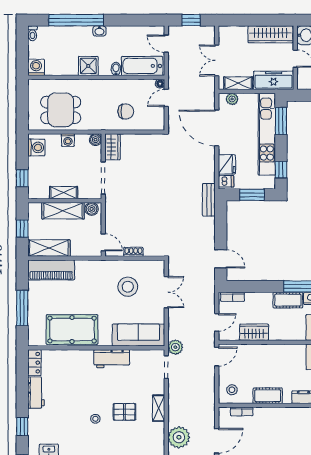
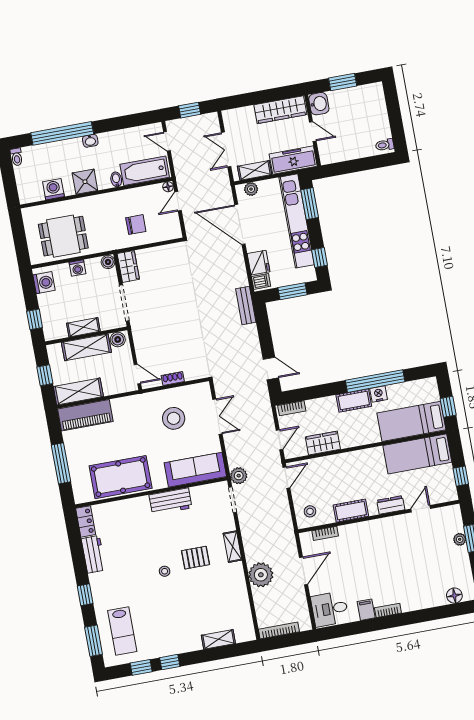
washing machine: (36, 67) -> (53, 189), moved

